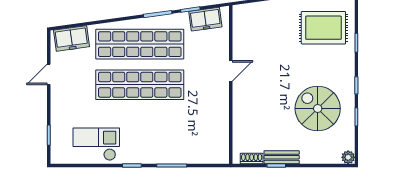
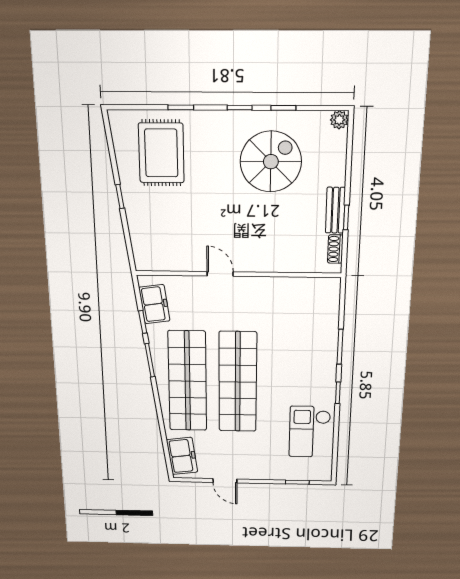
spiral stairs: (318, 109) -> (271, 162), turned 180

